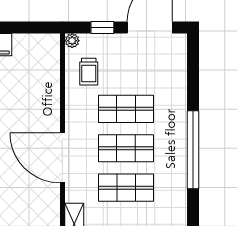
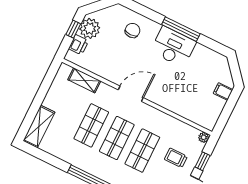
trolley: (89, 72) -> (176, 158), moved
door: (62, 158) -> (131, 94), width x0.73

